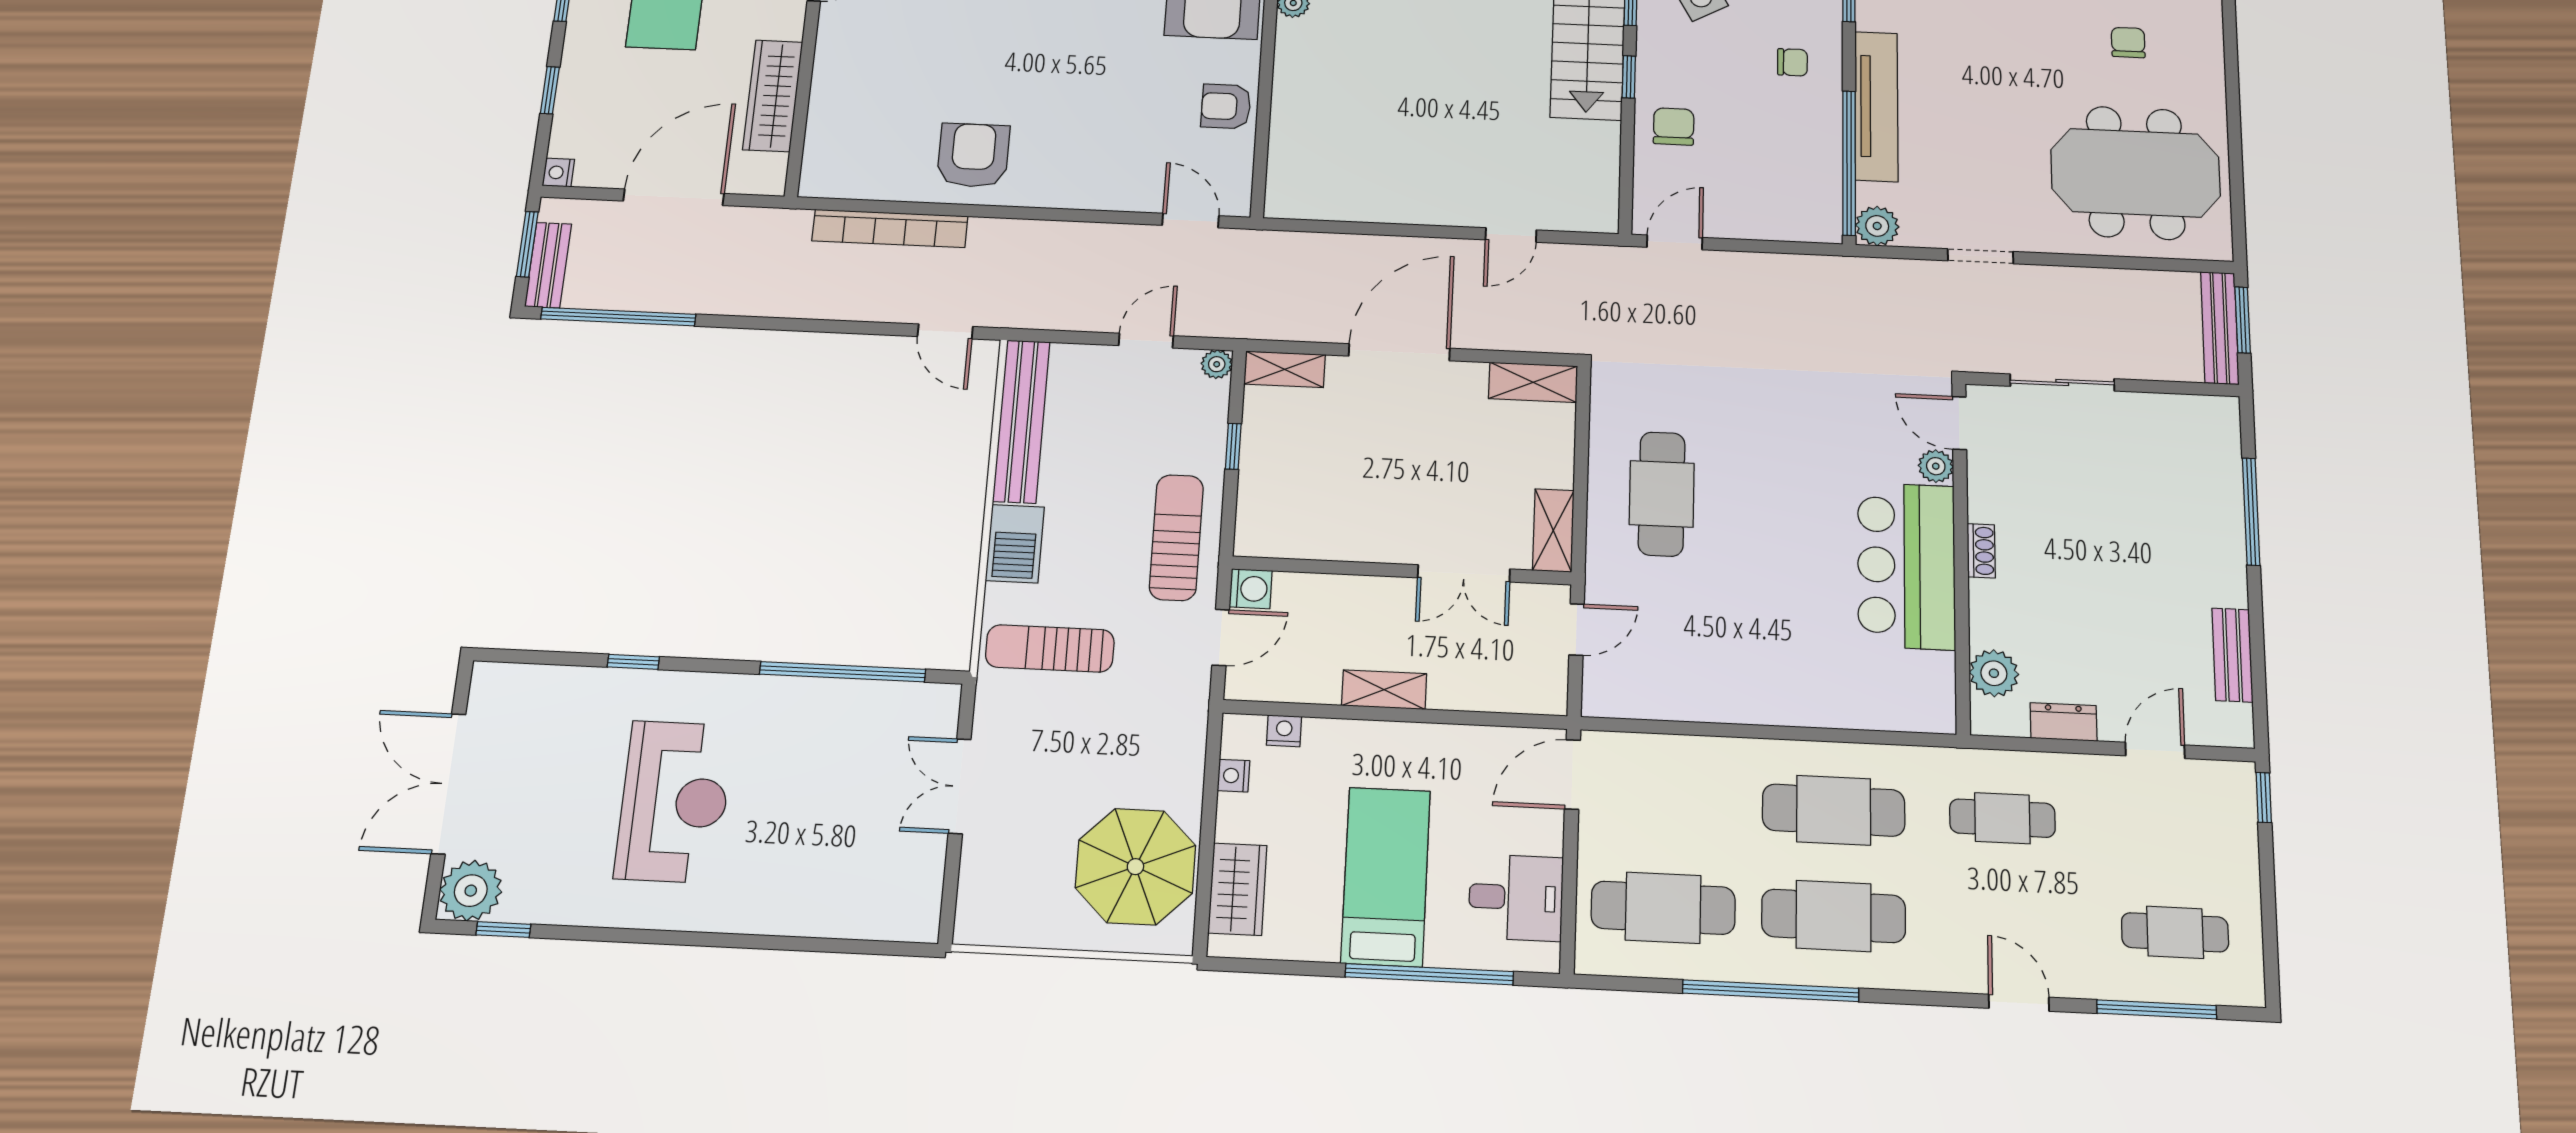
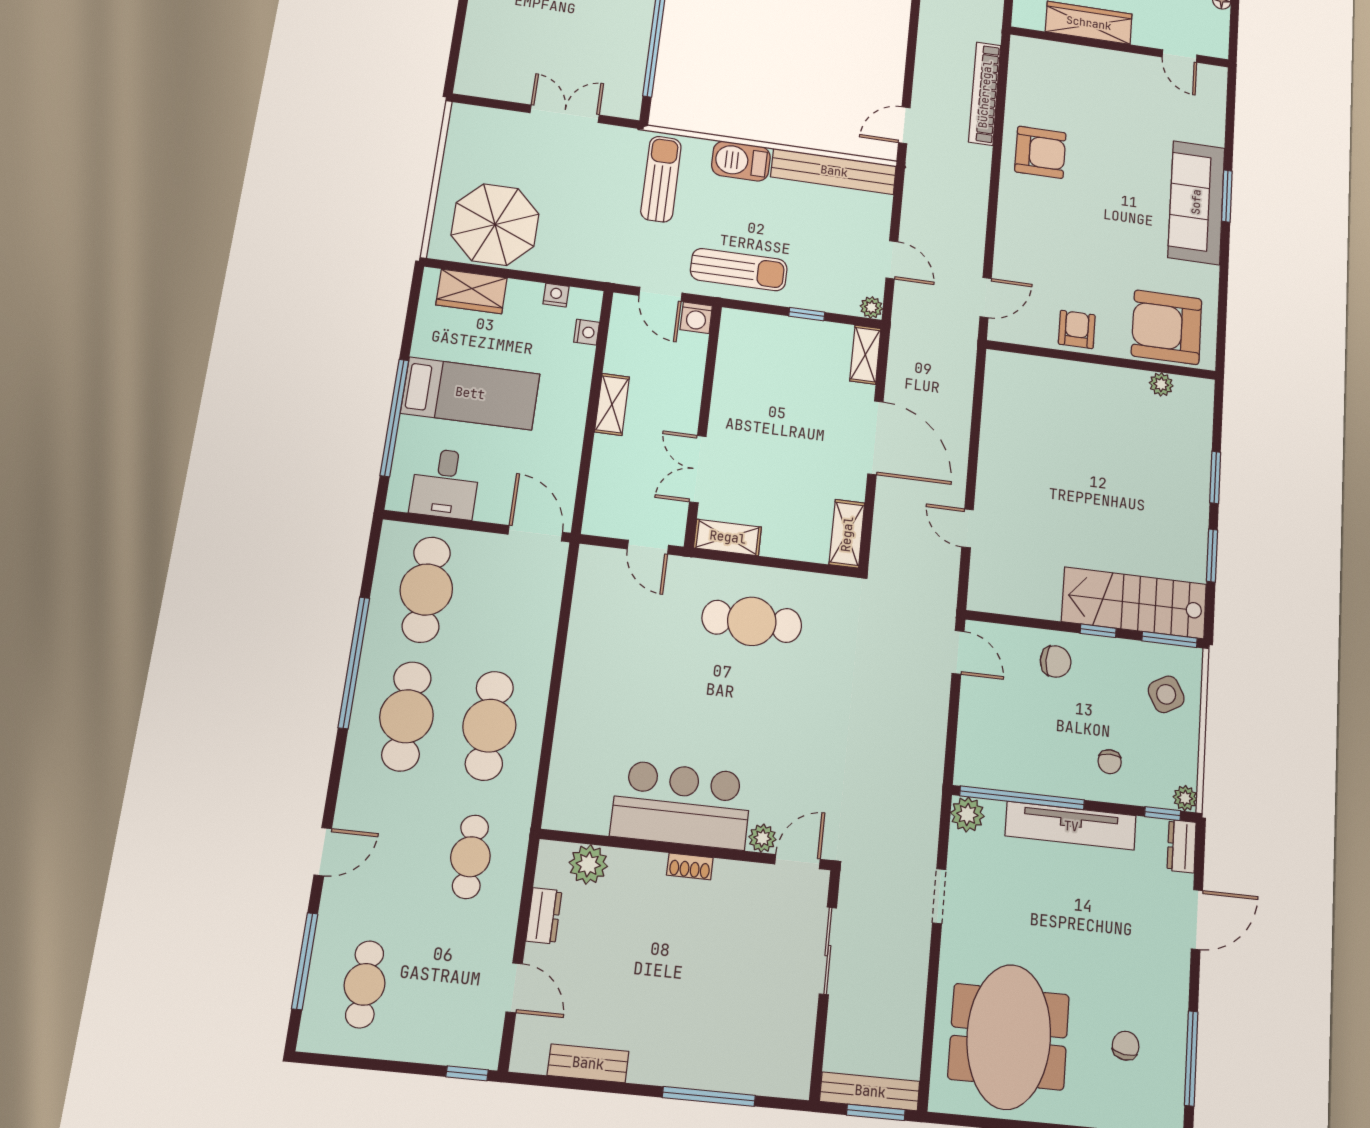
chair: (2128, 42) -> (1126, 1046), turned -82

